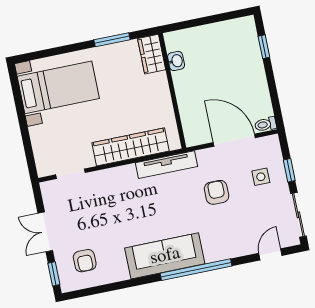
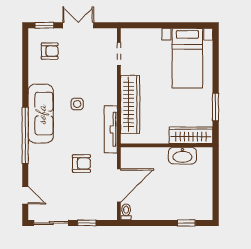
wardrobe: (152, 54) -> (191, 135), width x1.50
washbasin: (176, 61) -> (182, 156), width x1.91, depth x1.45
side table: (261, 177) -> (77, 104), moved
armchair: (85, 261) -> (50, 51), turned 180

